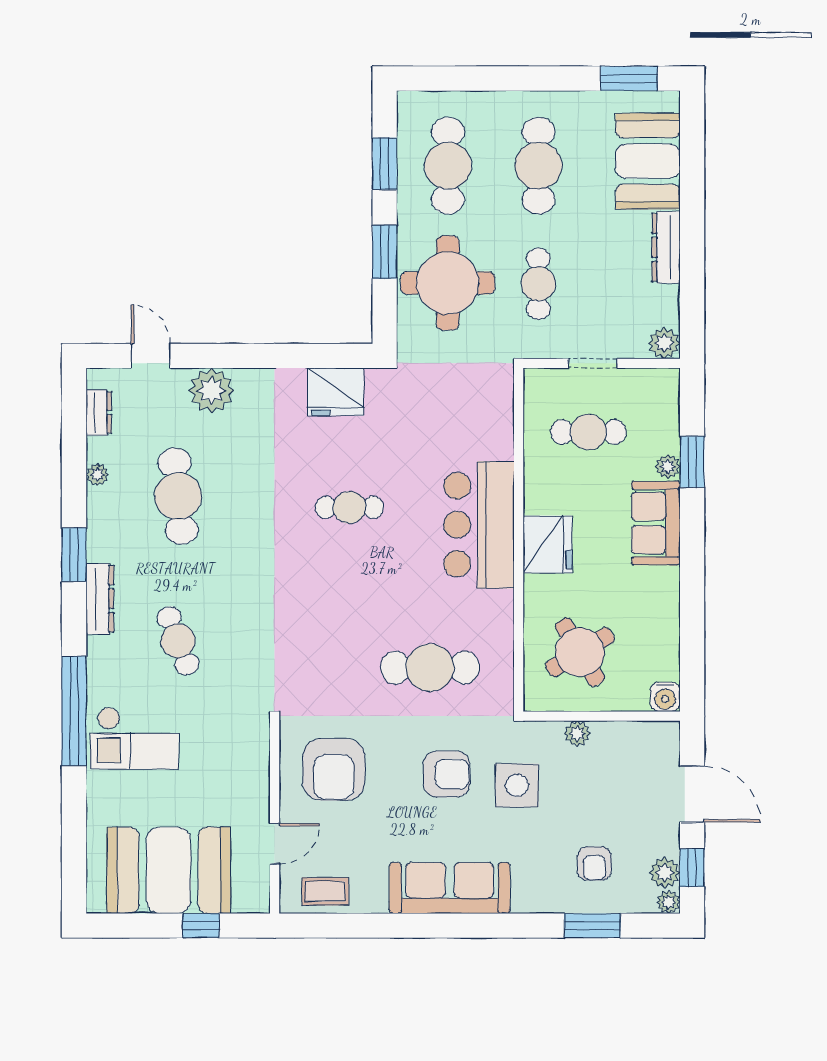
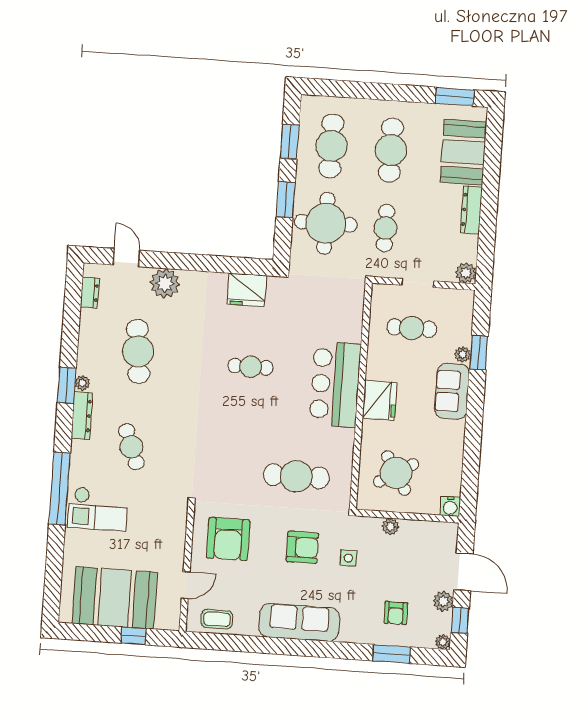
plant: (97, 474) -> (82, 383), moved
side table: (517, 785) -> (348, 558), width x0.54, depth x0.54
plant: (665, 873) -> (443, 601), moved

